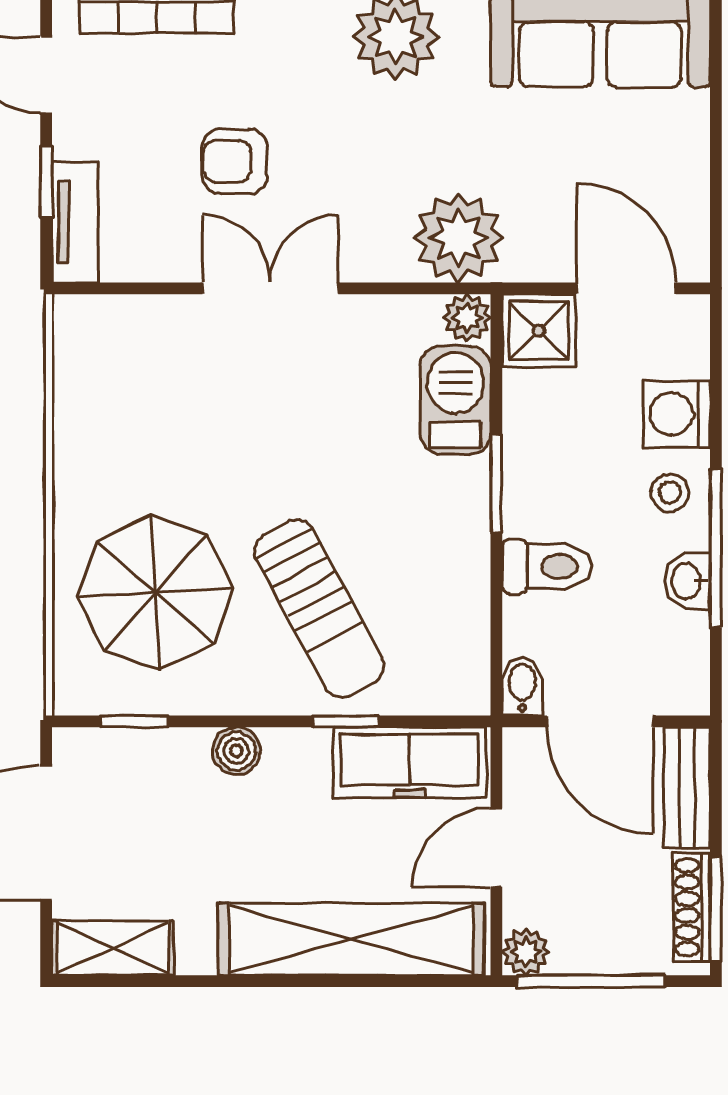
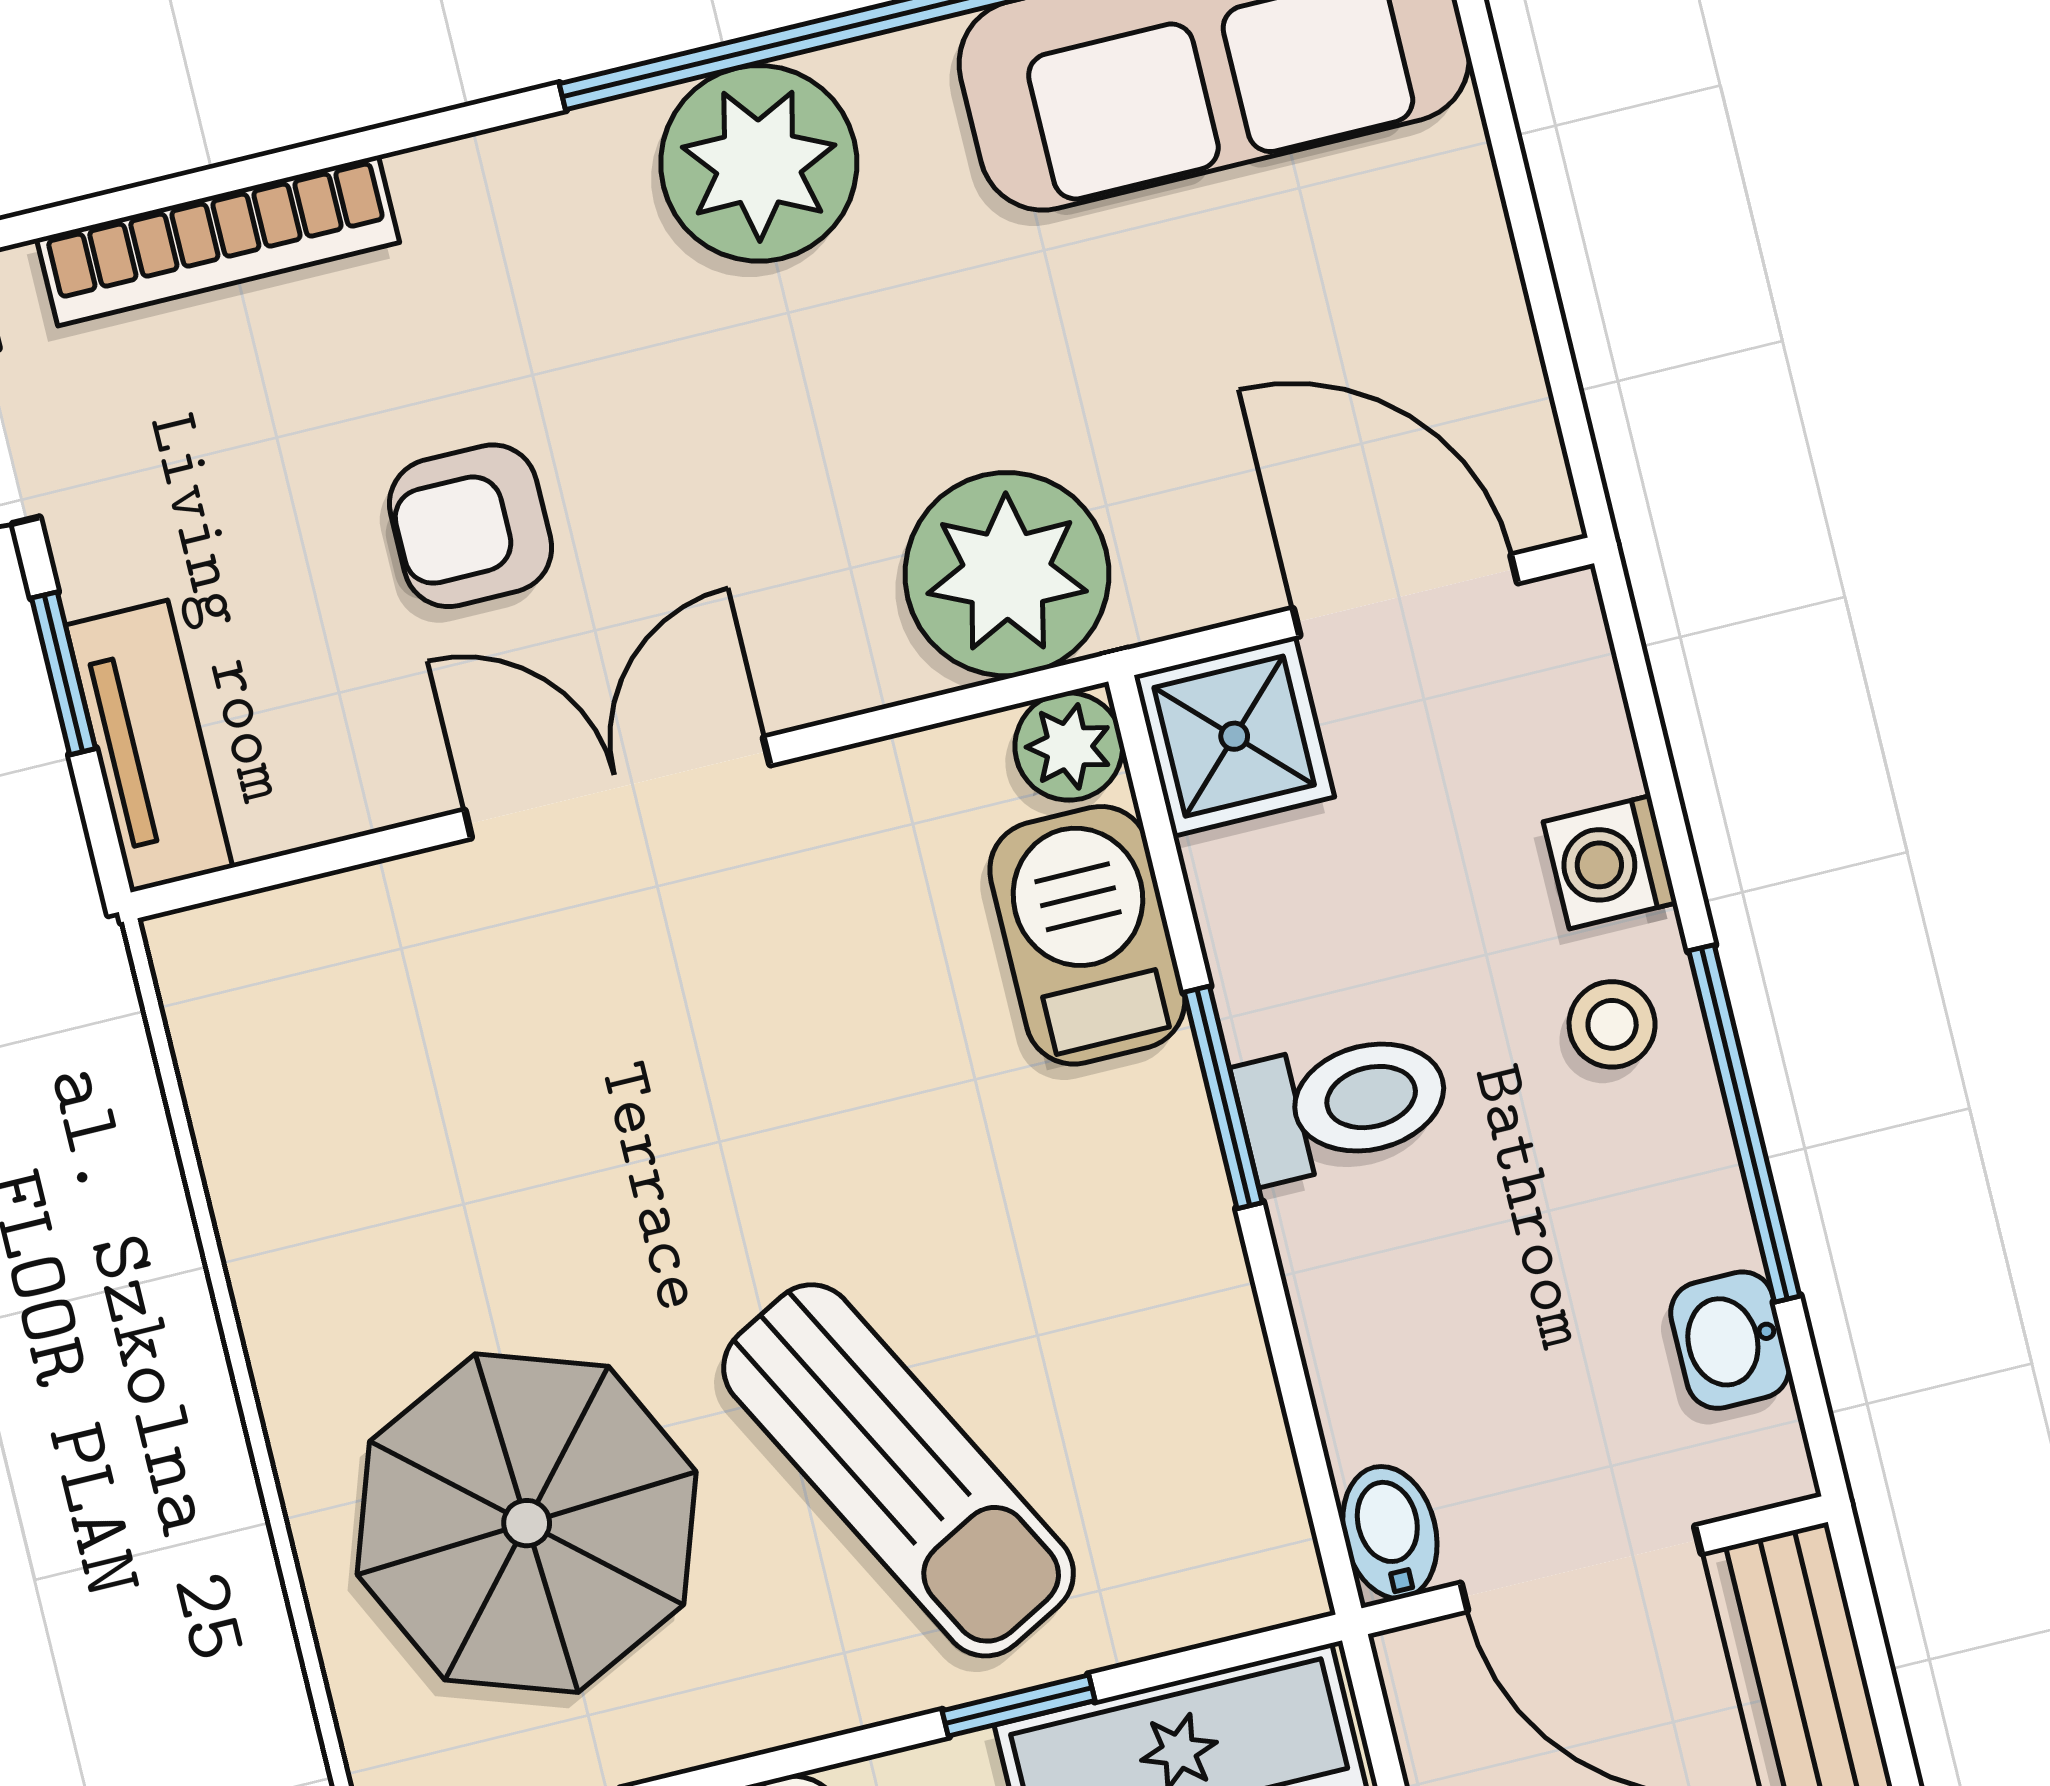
washing machine: (677, 414) -> (1610, 862), width x0.73, depth x0.73
toilet: (547, 566) -> (1343, 1104), moved
washbasin: (687, 581) -> (1730, 1340), moved

